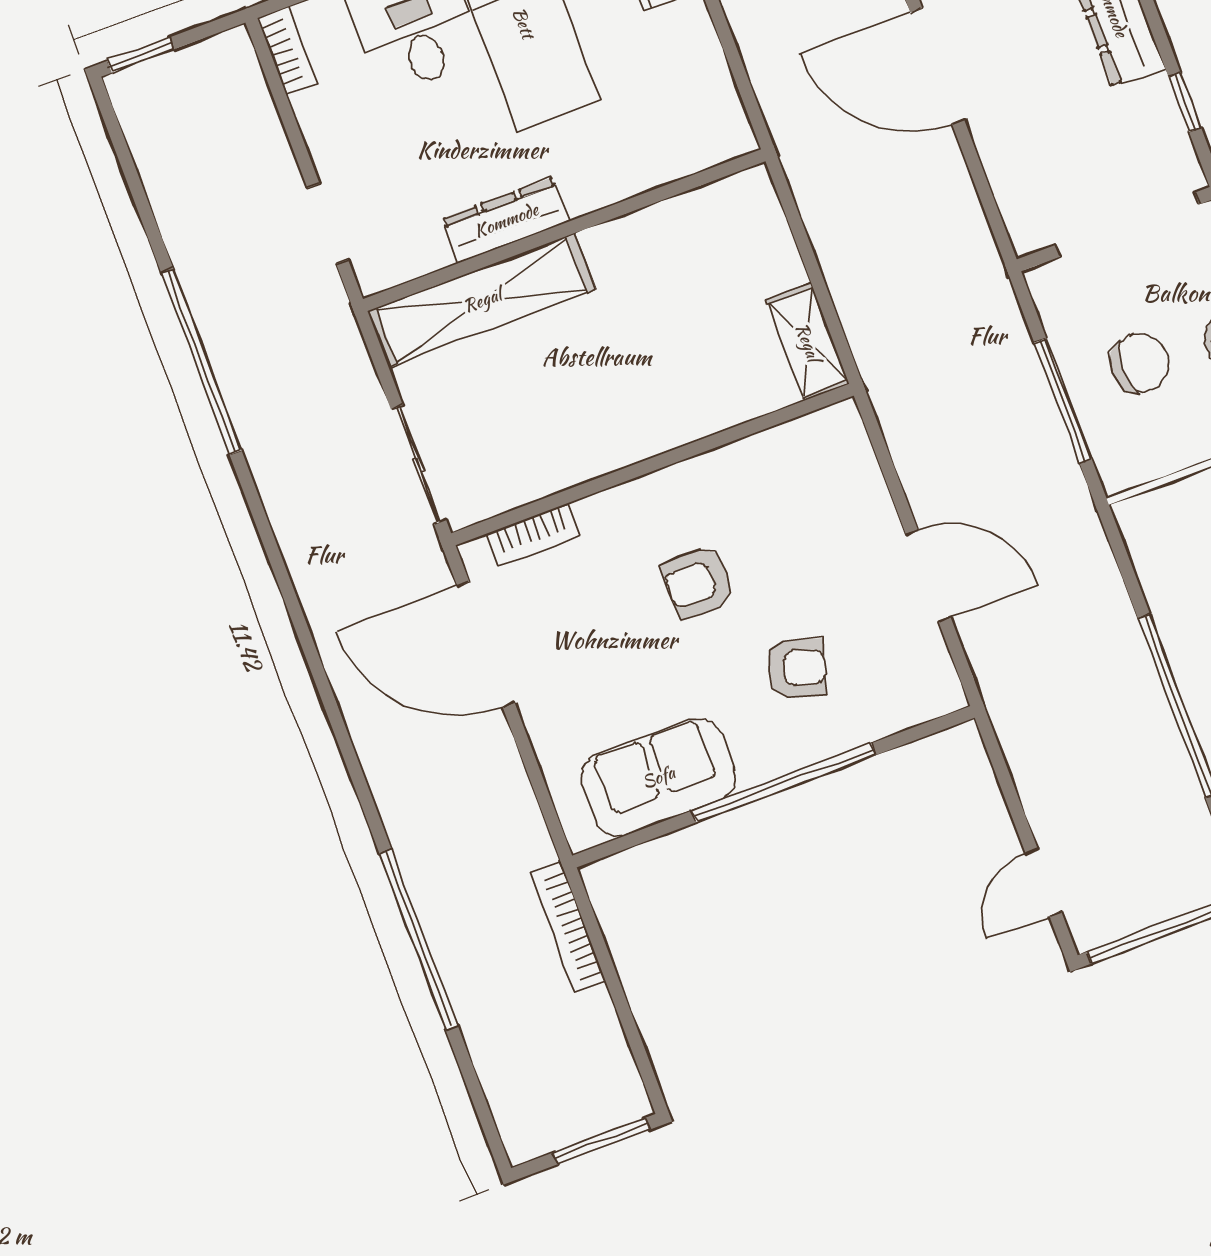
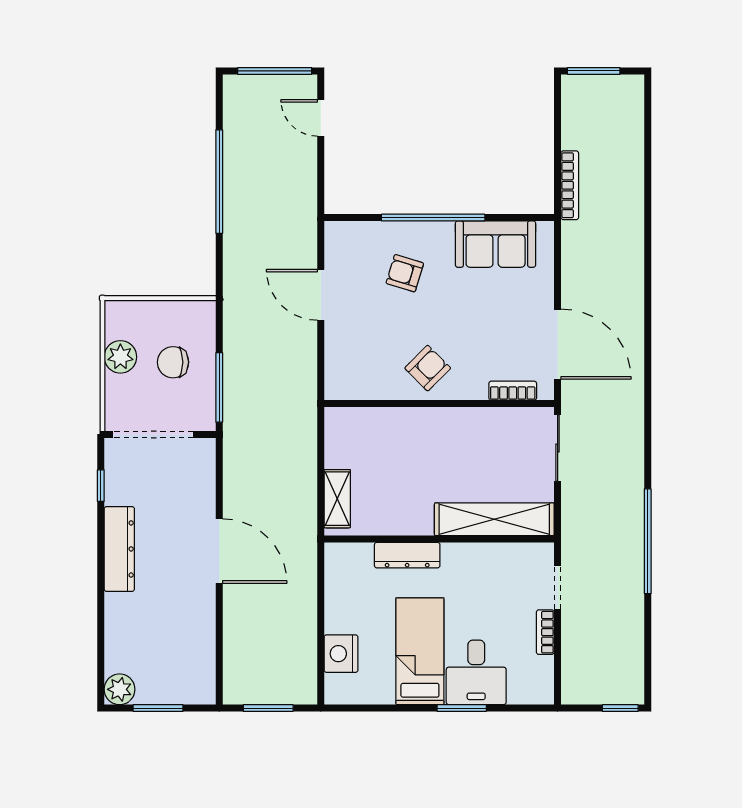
bookcase: (287, 51) -> (545, 632), moved
dresser: (506, 220) -> (407, 555), moved
shelving: (808, 342) -> (337, 499), moved
window: (1063, 401) -> (219, 387), moved
armchair: (699, 582) -> (428, 368), moved, turned -45
door: (1043, 882) -> (321, 118), swing flipped
window: (419, 939) -> (648, 208), removed

